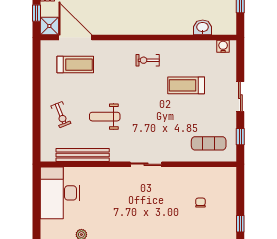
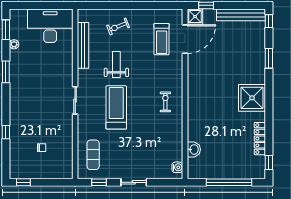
treadmill: (186, 85) -> (116, 107), moved, width x1.37, depth x1.38

